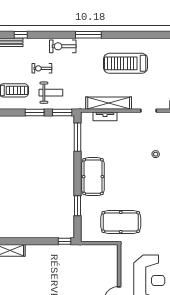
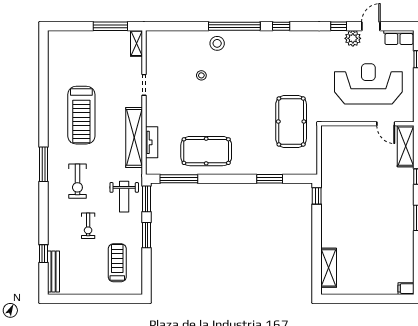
exercise bike: (63, 46) -> (77, 181), moved
weight bench: (51, 93) -> (124, 197), moved, turned 180
pool table: (93, 177) -> (206, 151), moved

